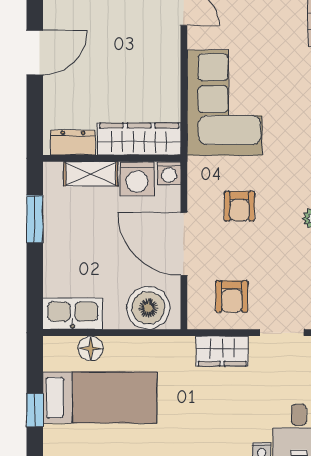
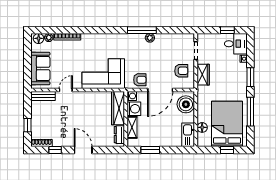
armchair: (239, 206) -> (140, 80), moved
bed: (100, 398) -> (227, 124), width x1.50

